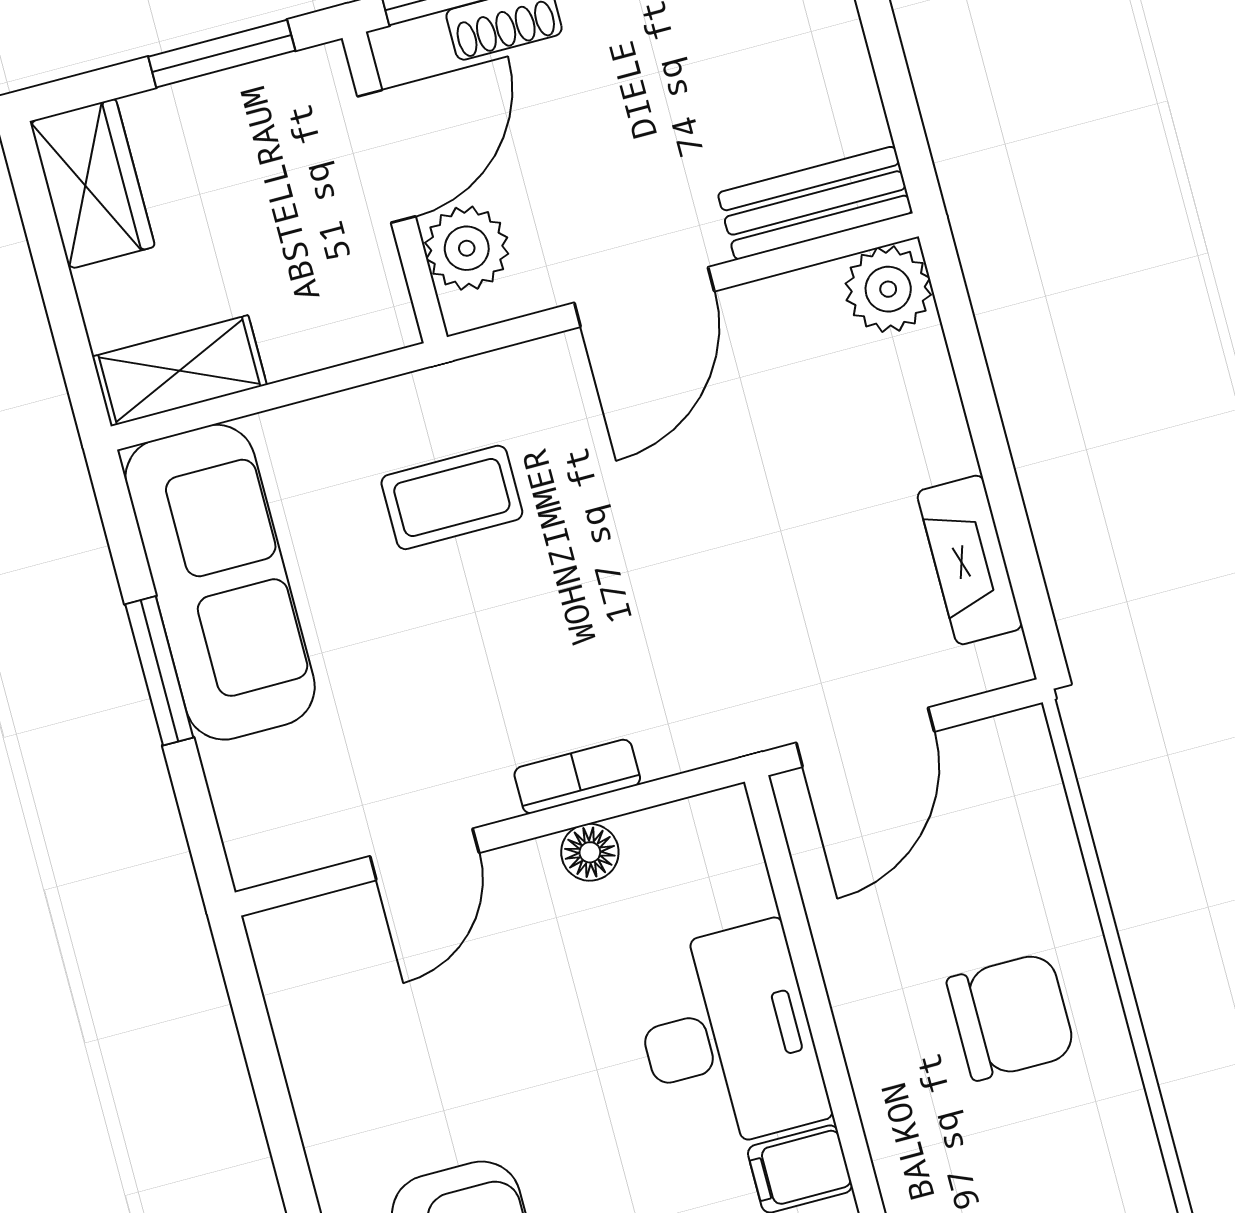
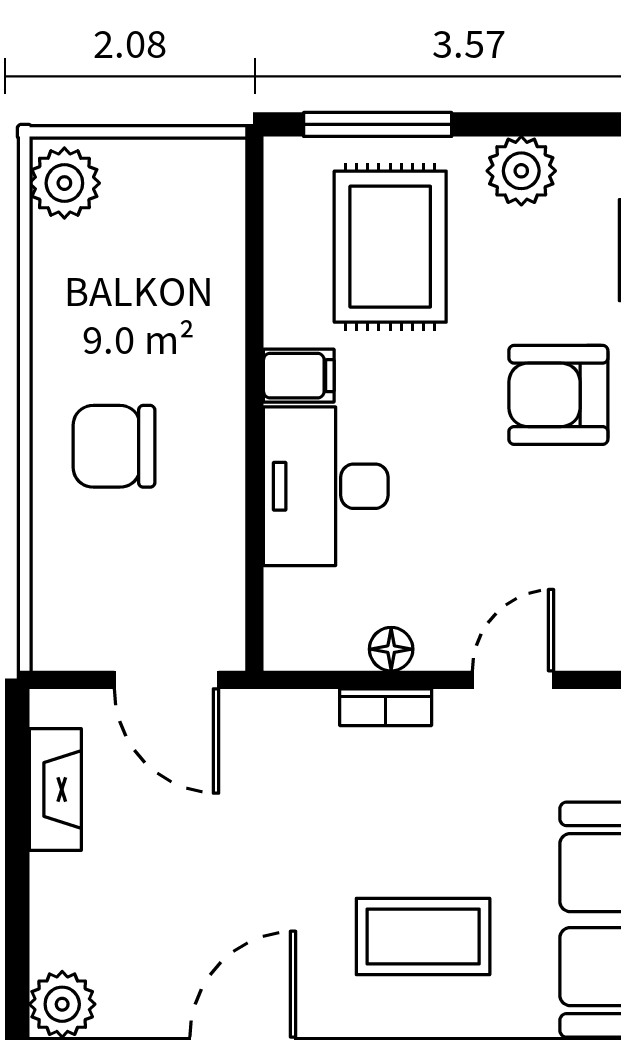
coffee table: (452, 497) -> (423, 936), width x1.36, depth x1.30
door: (865, 737) -> (167, 680), swing flipped

